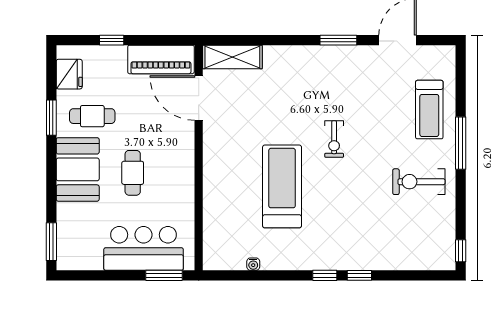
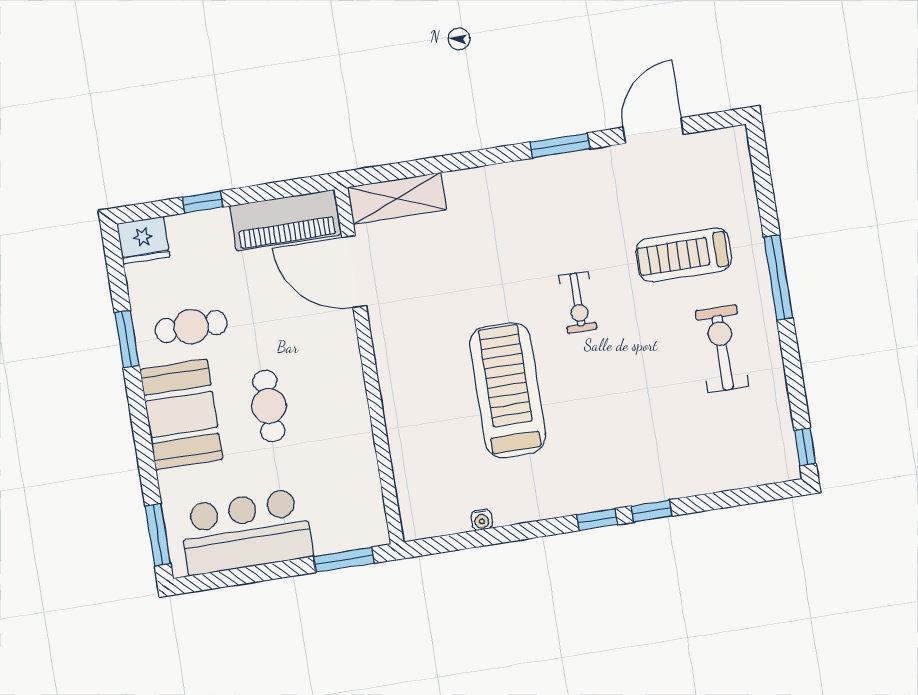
fridge: (69, 74) -> (143, 240), moved, turned 90
treadmill: (429, 110) -> (684, 255), moved, turned 90
exercise bike: (419, 182) -> (722, 348), turned 90
bar counter: (144, 248) -> (246, 532), moved

